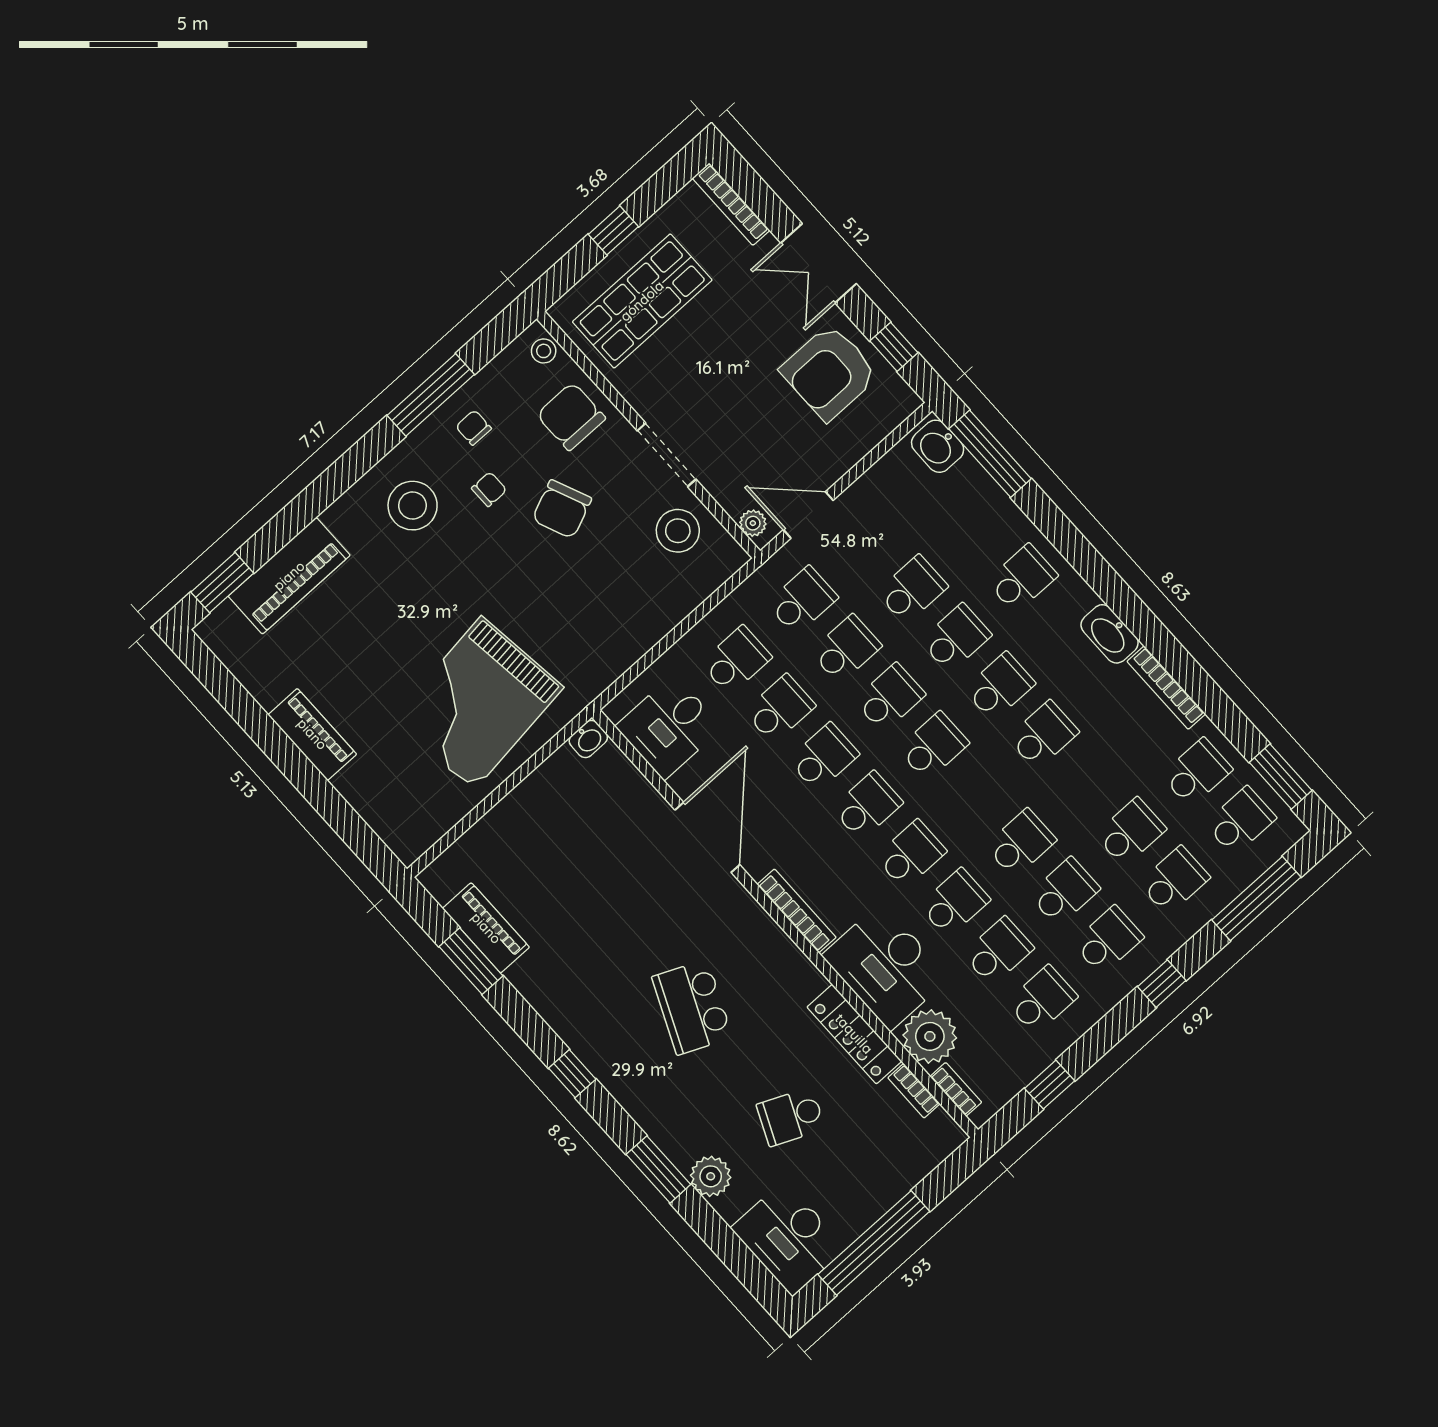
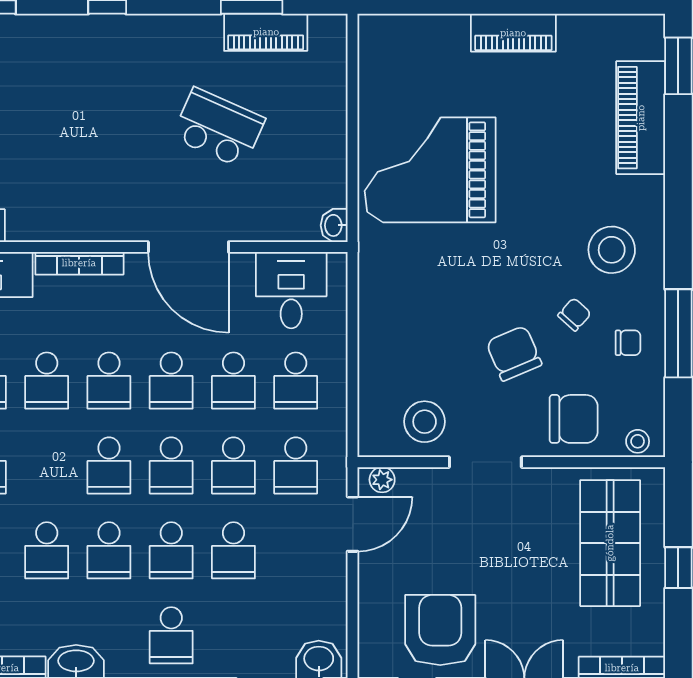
chair: (489, 489) -> (574, 314), turned -138
grand piano: (478, 703) -> (430, 170), turned -83
school desk: (692, 1007) -> (218, 128), moved

